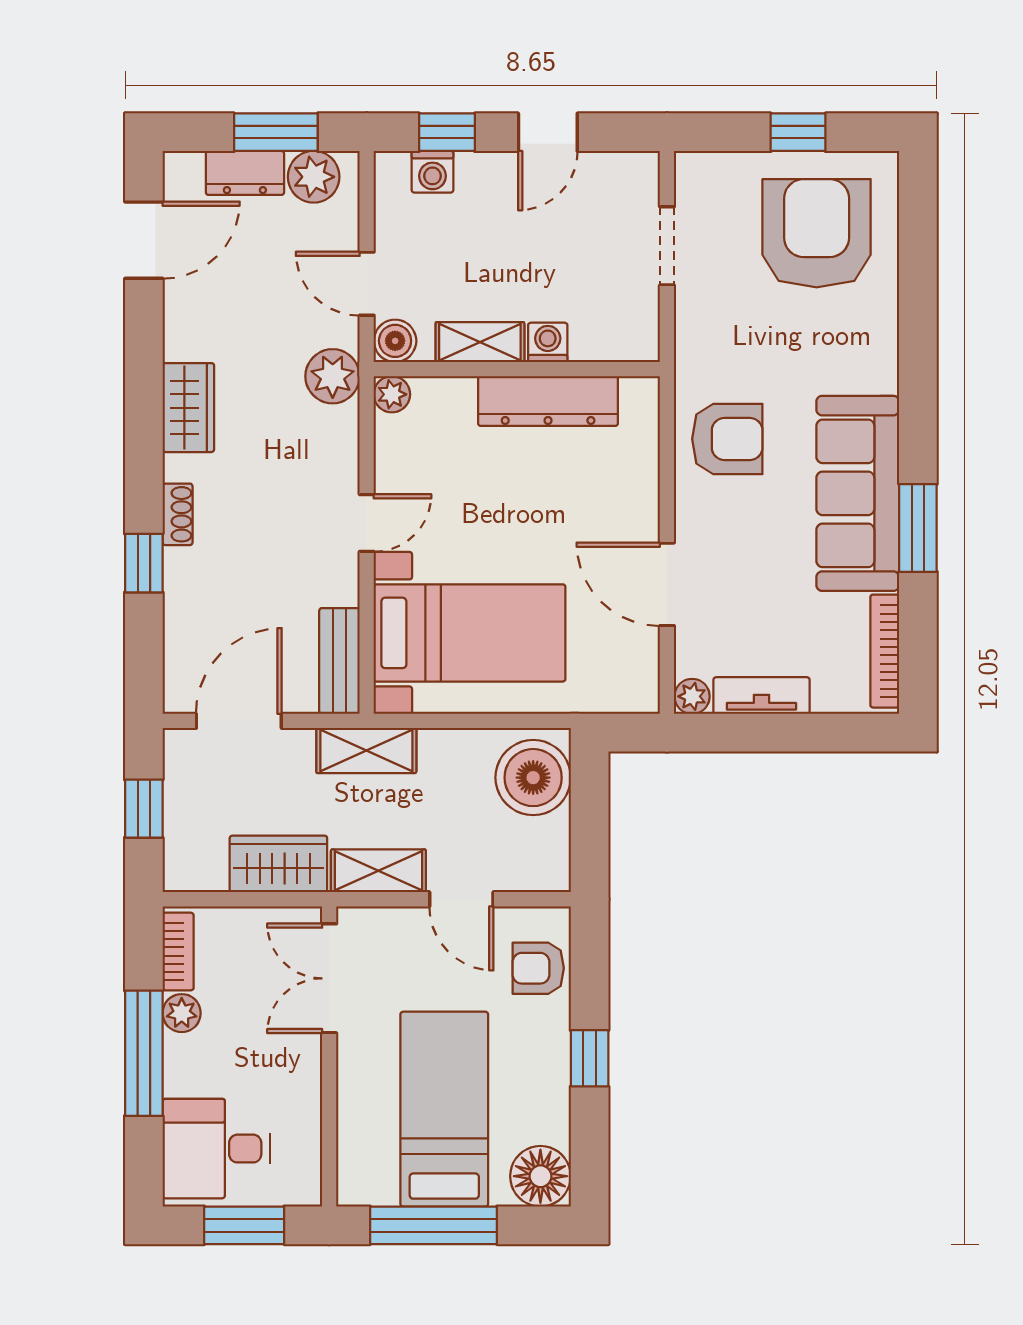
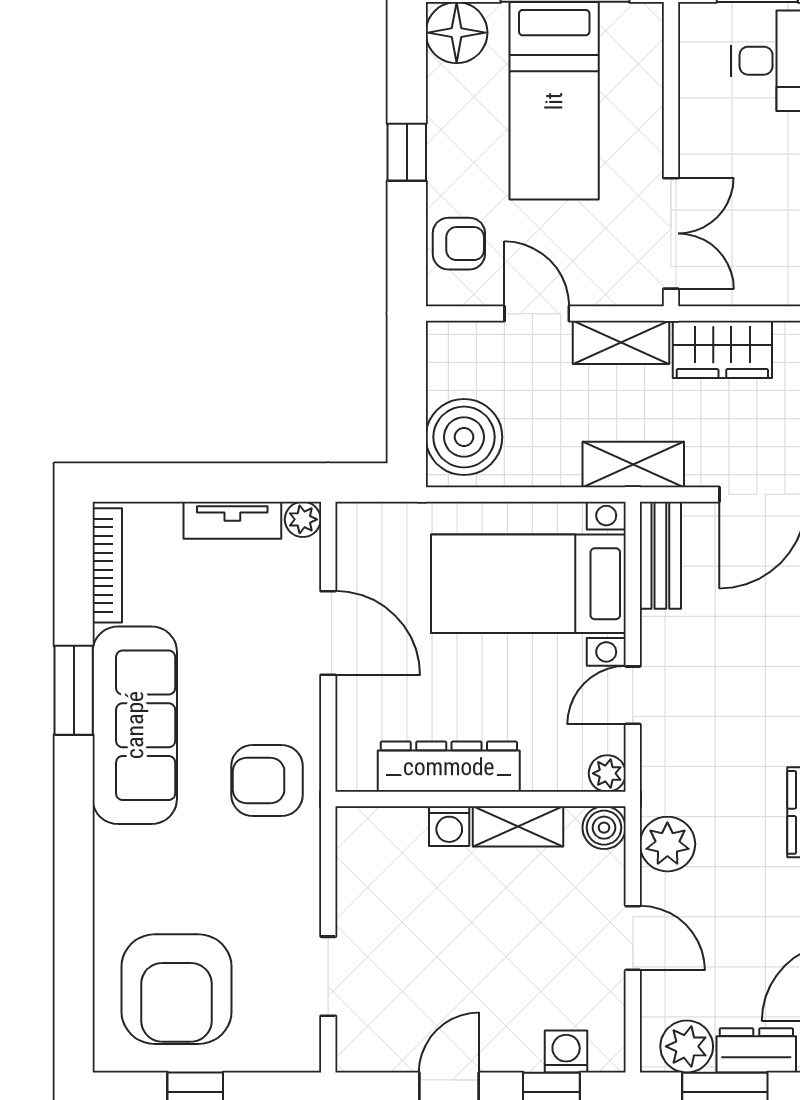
boiler: (395, 341) -> (604, 828), moved
shelving: (480, 342) -> (518, 826), moved
washing machine: (548, 342) -> (449, 826), moved
wall: (517, 369) -> (481, 799), moved
plant: (392, 394) -> (607, 773), moved
dresser: (548, 401) -> (449, 767), moved

